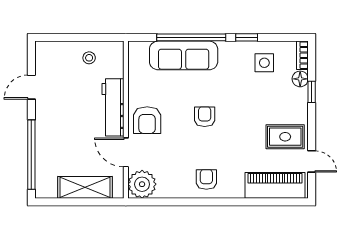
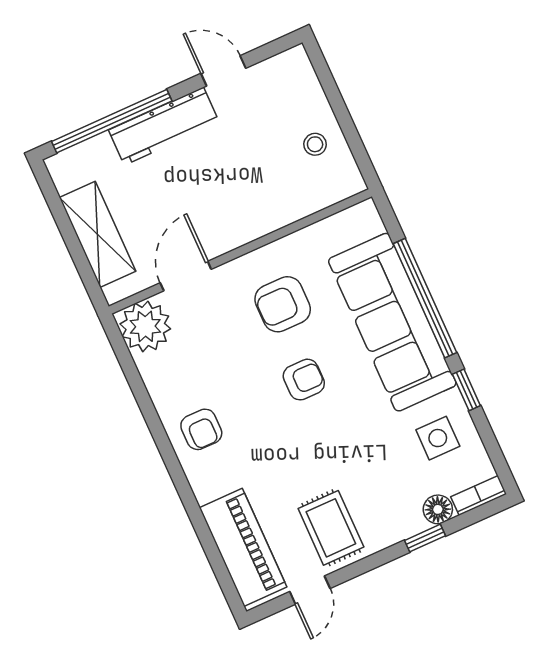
sofa: (184, 55) -> (392, 322), width x1.36, depth x1.27
workbench: (113, 107) -> (164, 126), moved, turned 180
armchair: (147, 120) -> (283, 304), moved
armchair: (206, 179) -> (201, 429), turned 90

